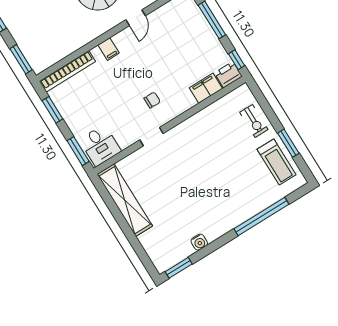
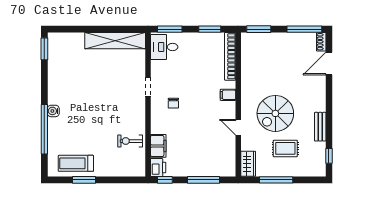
exercise bike: (254, 121) -> (130, 141), moved
water cooler: (199, 242) -> (53, 111), moved

